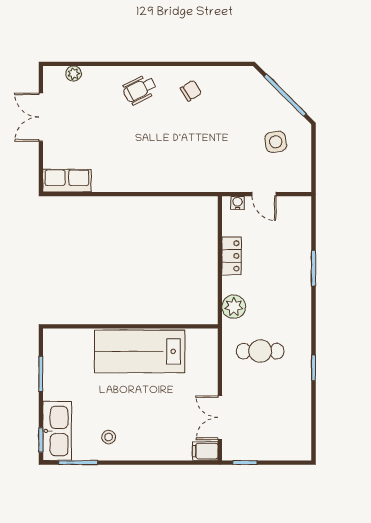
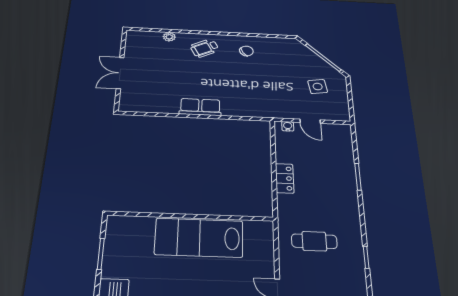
plant: (74, 74) -> (169, 37), moved
double door: (41, 117) -> (120, 73), moved
row of seats: (67, 181) -> (200, 107), moved
locker: (232, 256) -> (285, 178), moved
plant: (234, 307) -> (288, 204), removed

